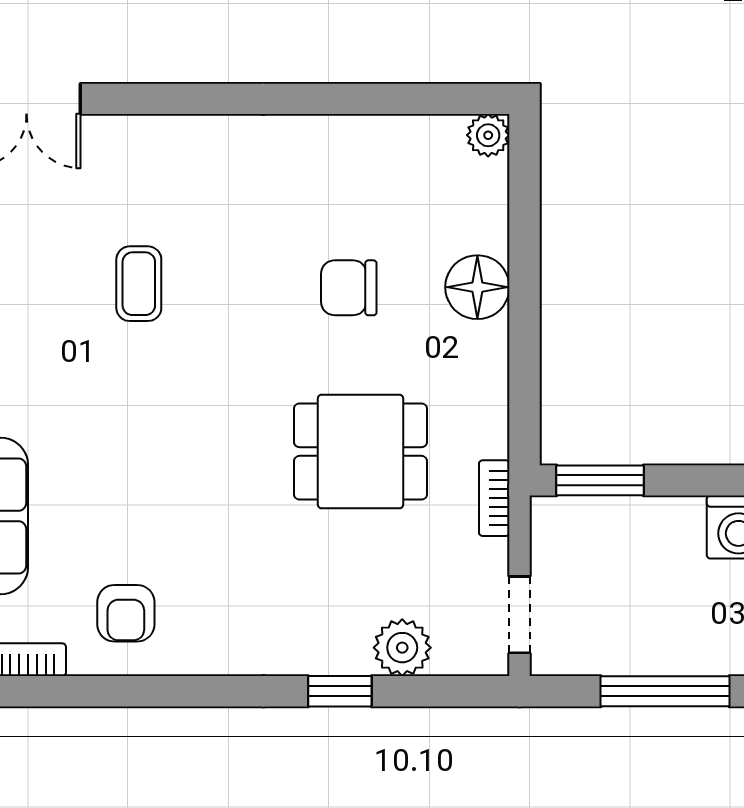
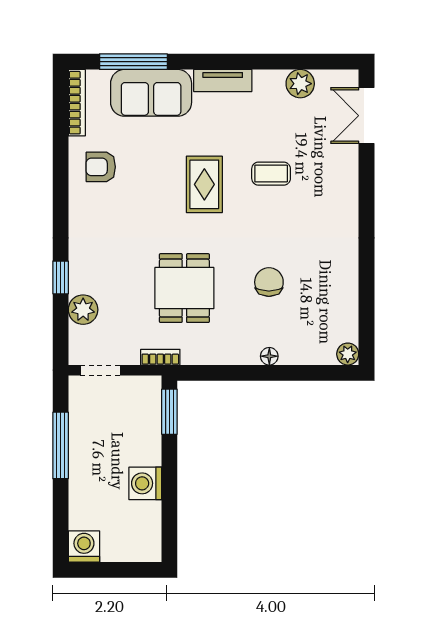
floor lamp: (477, 287) -> (269, 356), width x0.53, depth x0.53
rug: (160, 413) -> (204, 184), added

